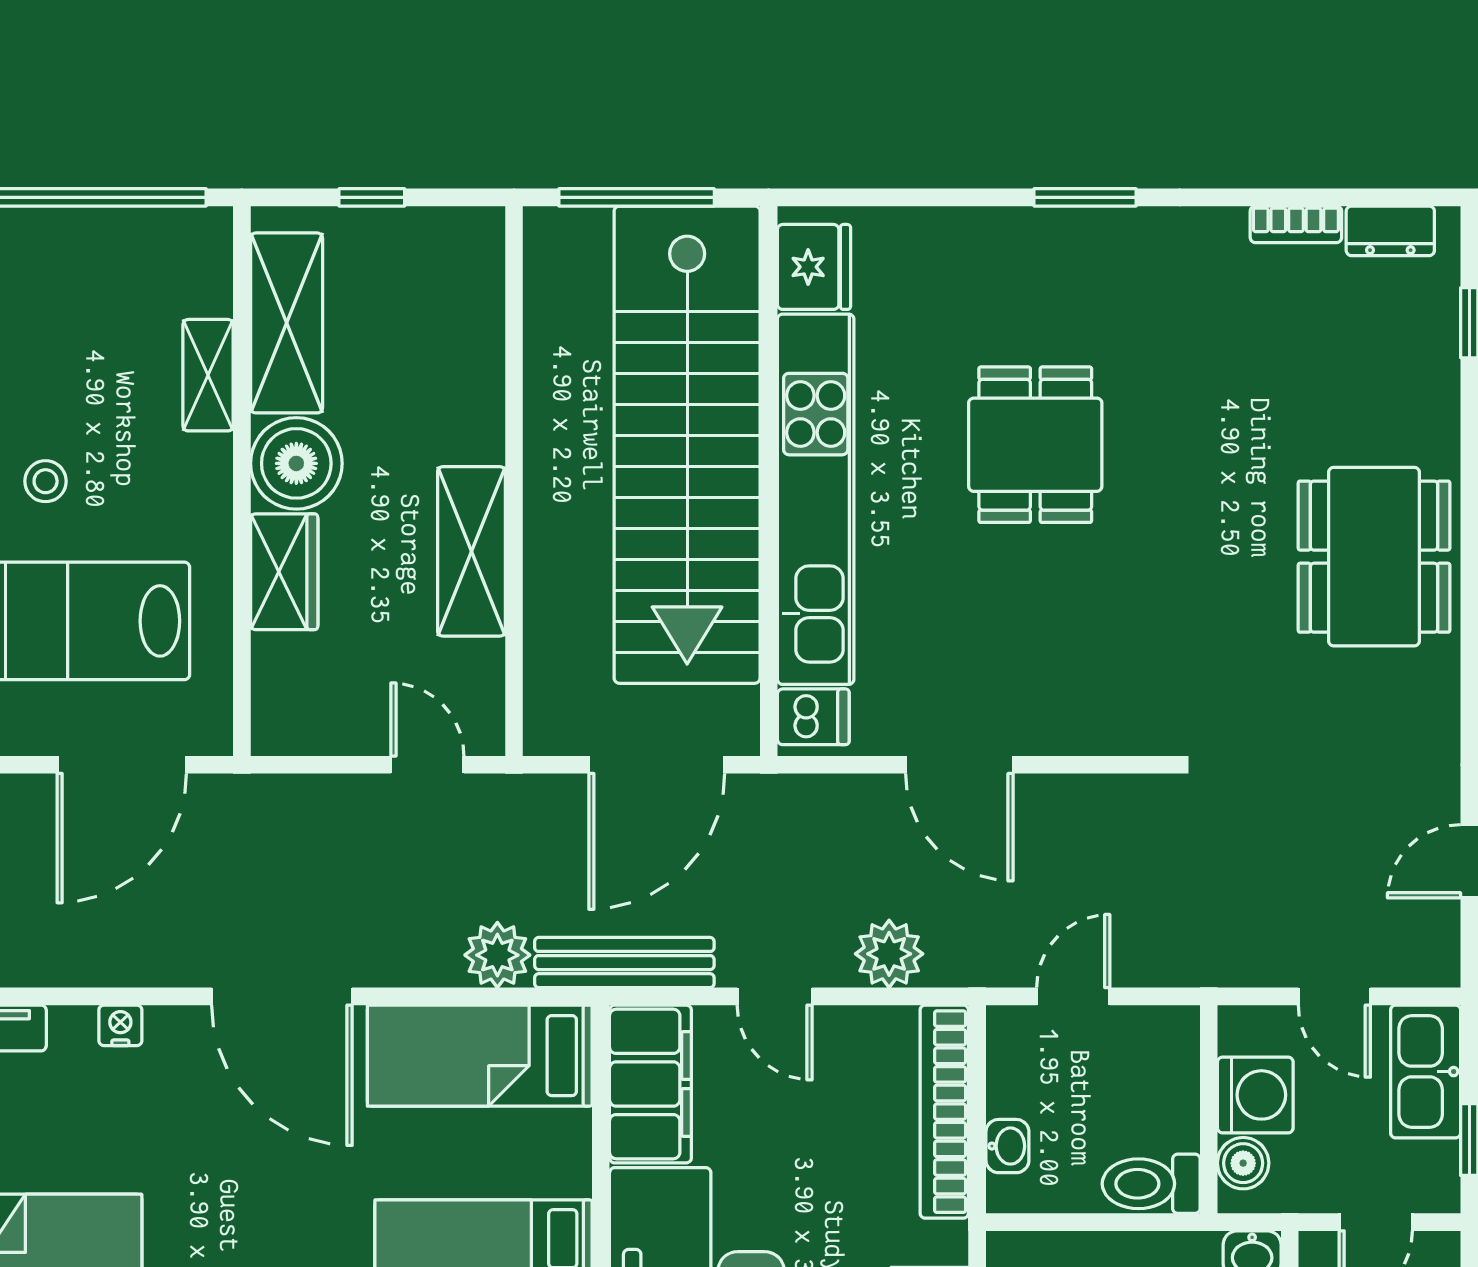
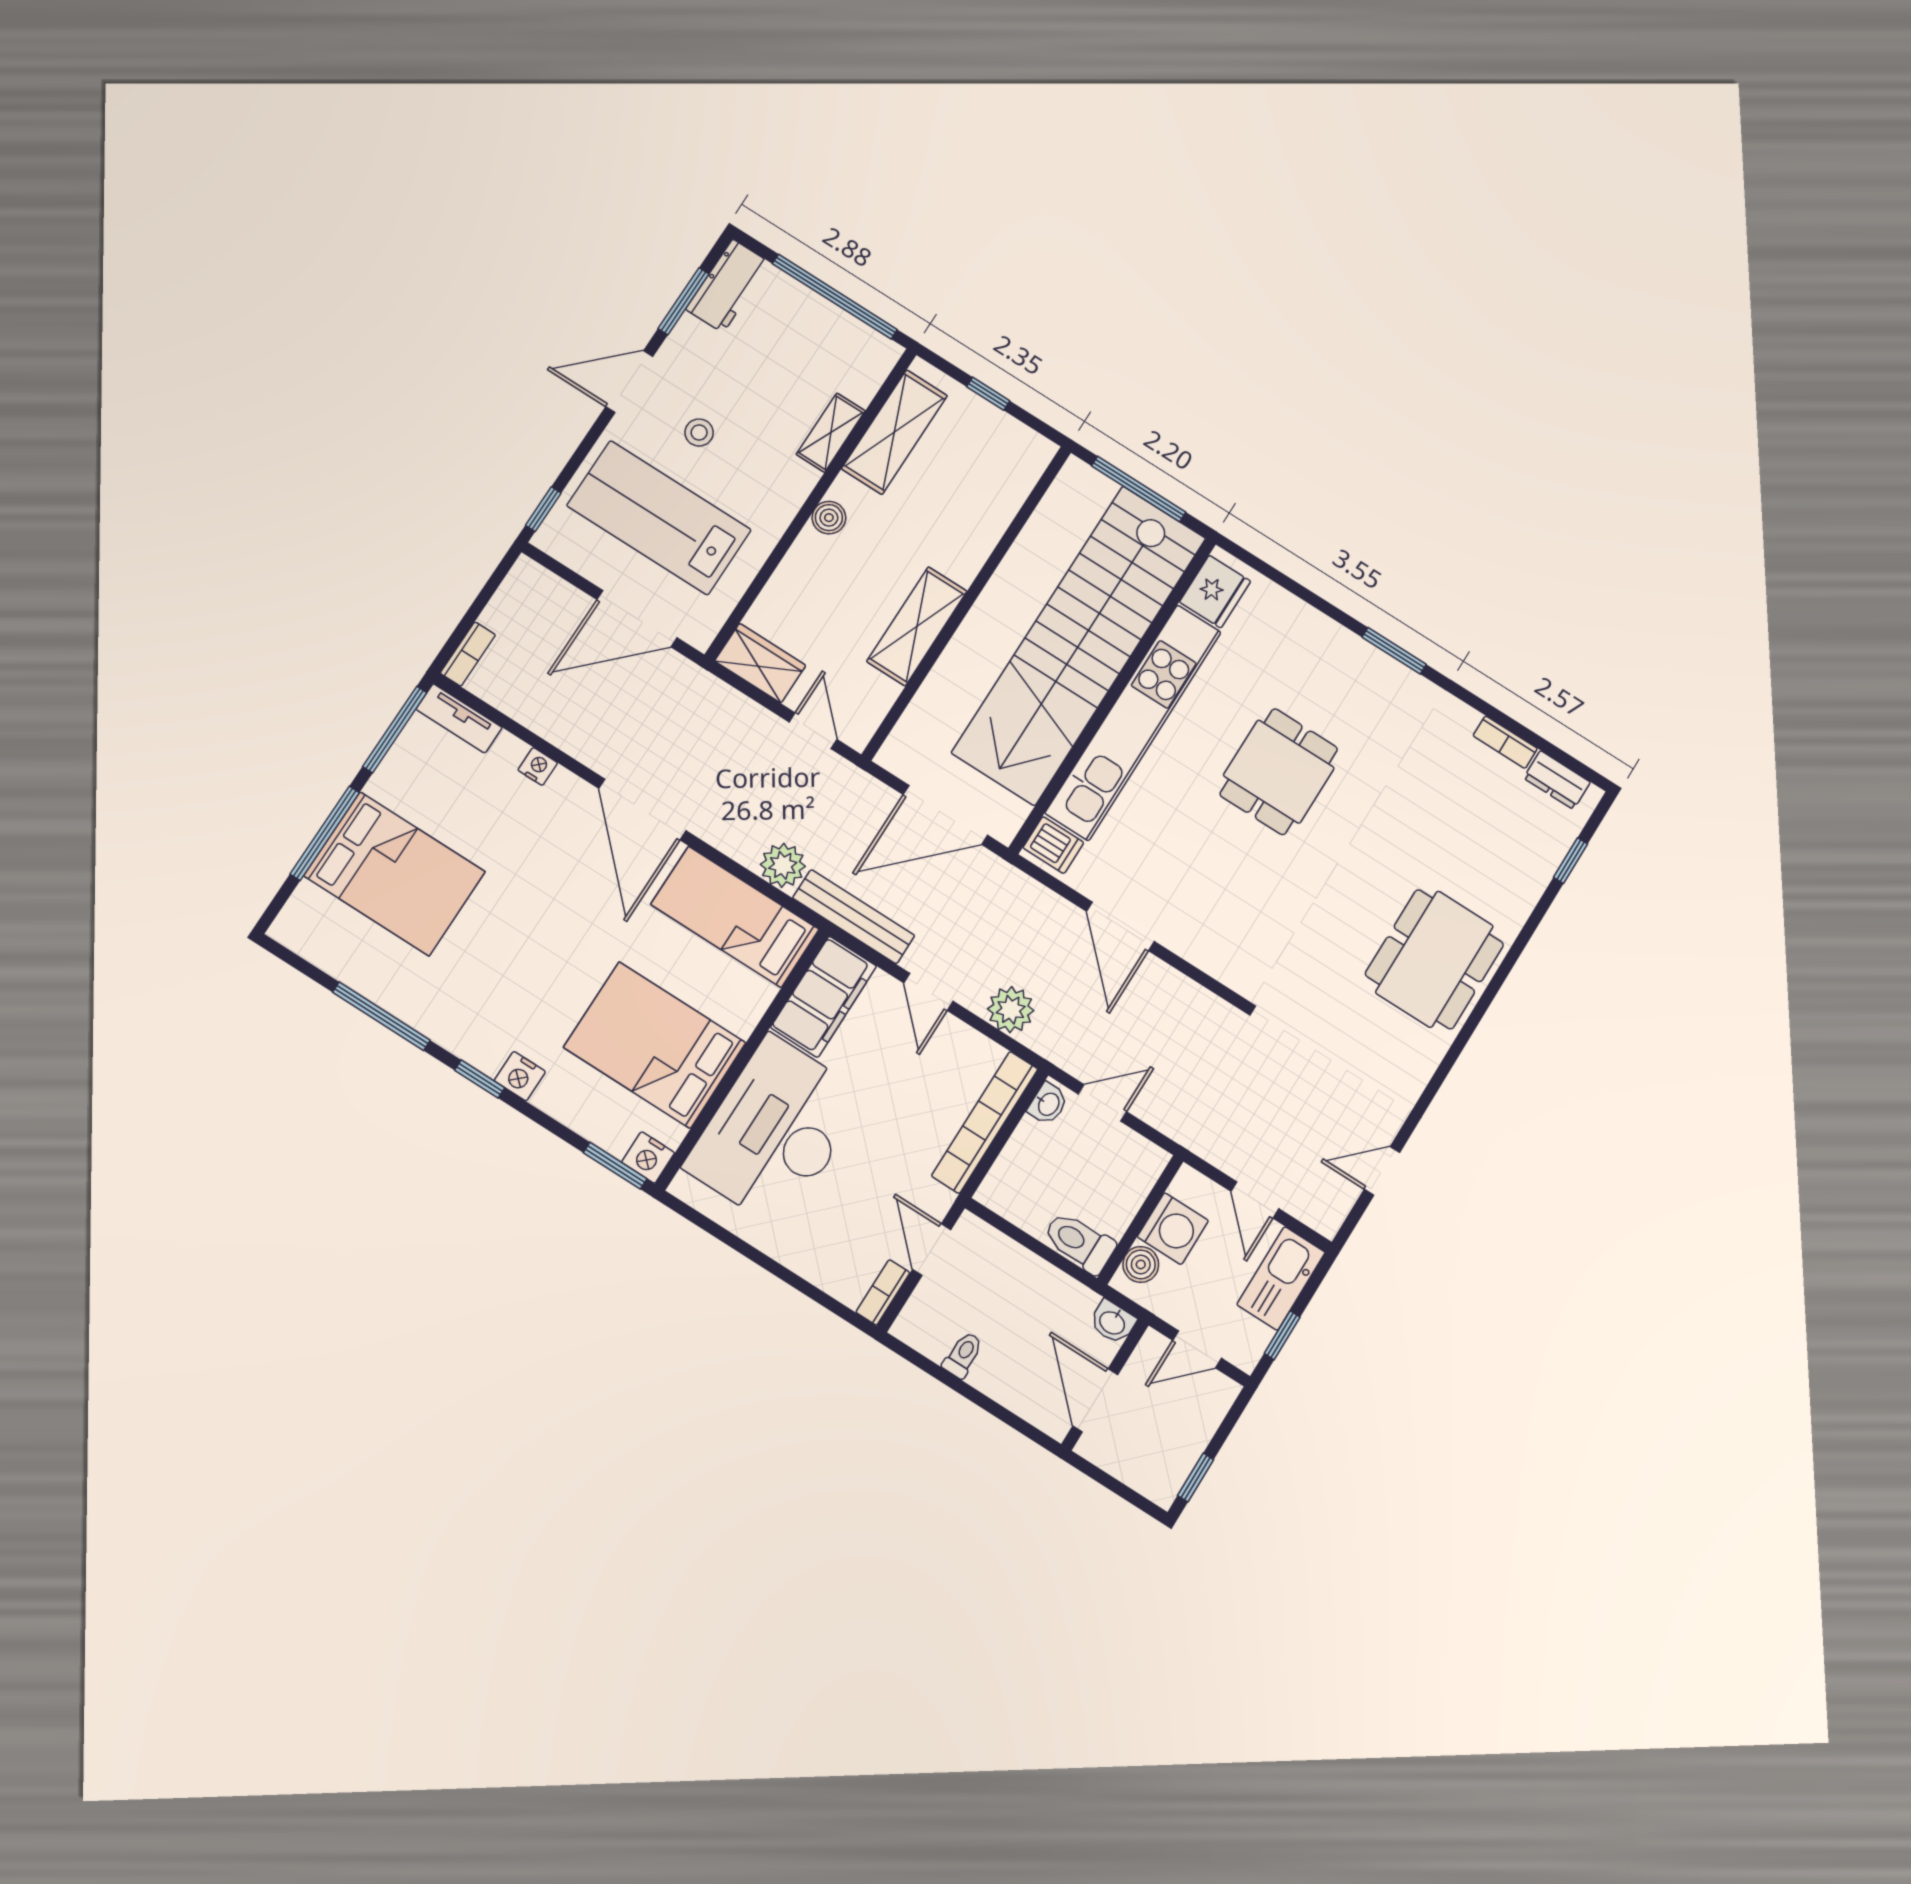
boiler: (296, 463) -> (829, 518), width x0.54, depth x0.54
wardrobe: (284, 572) -> (760, 663), moved, turned -90
washbasin: (1007, 1146) -> (1048, 1104), moved

